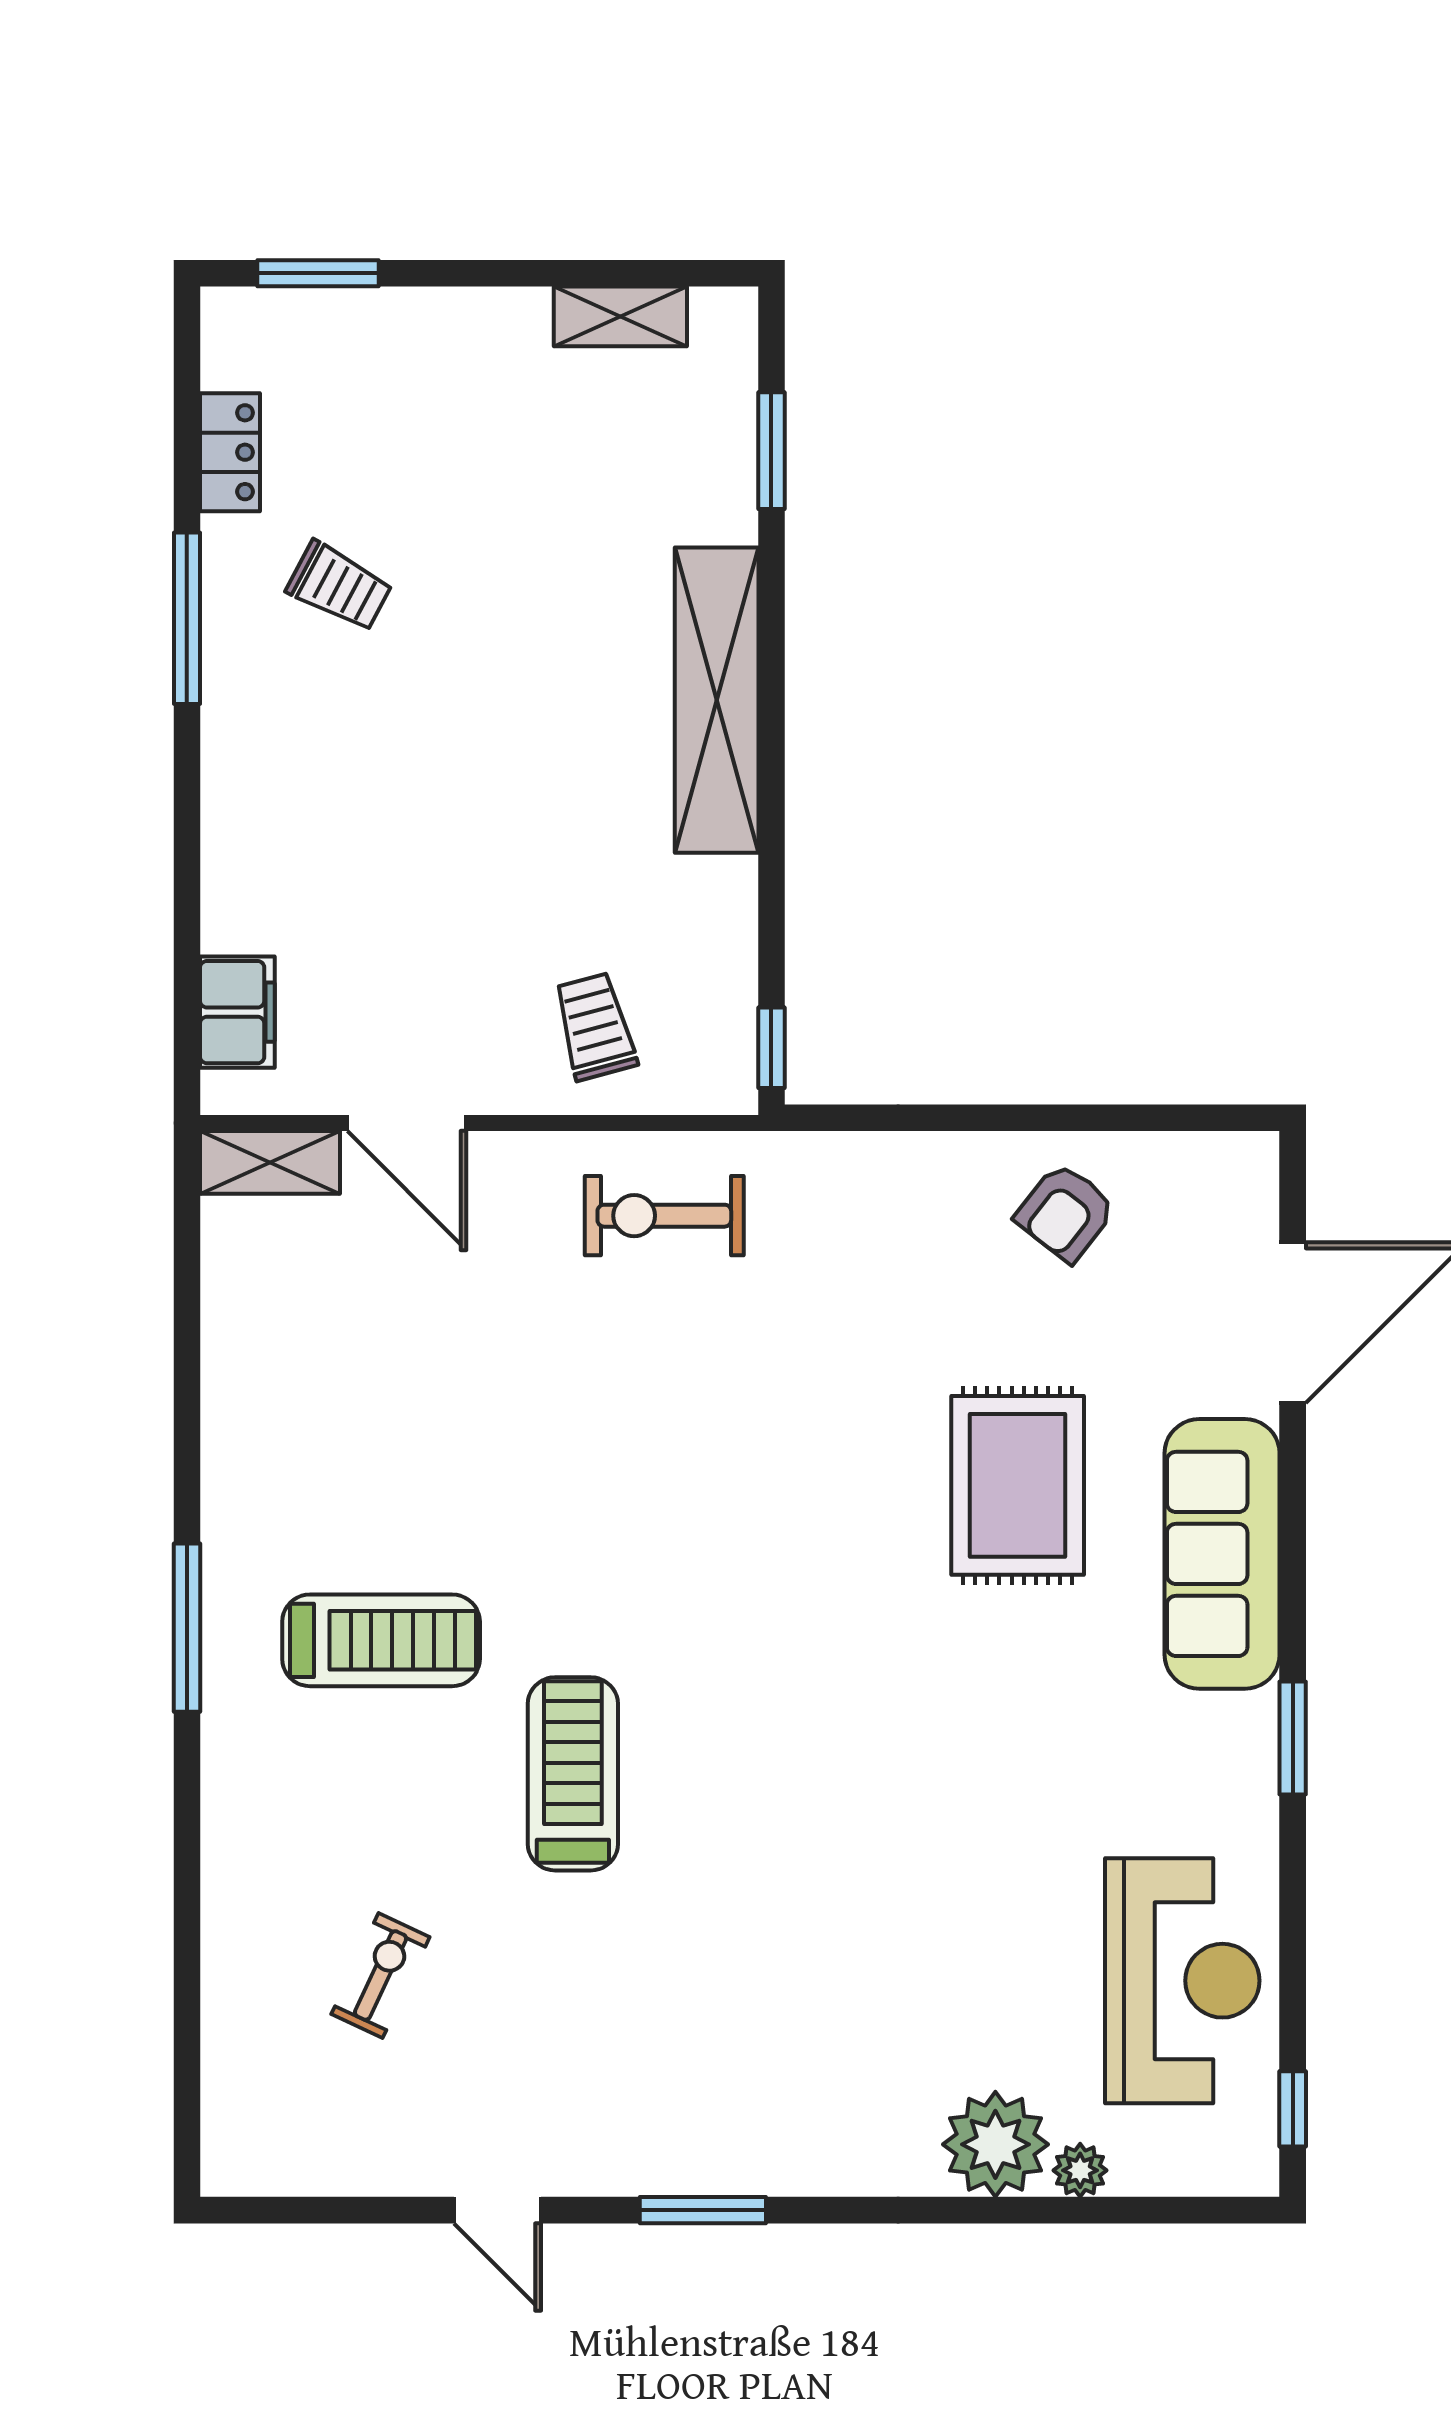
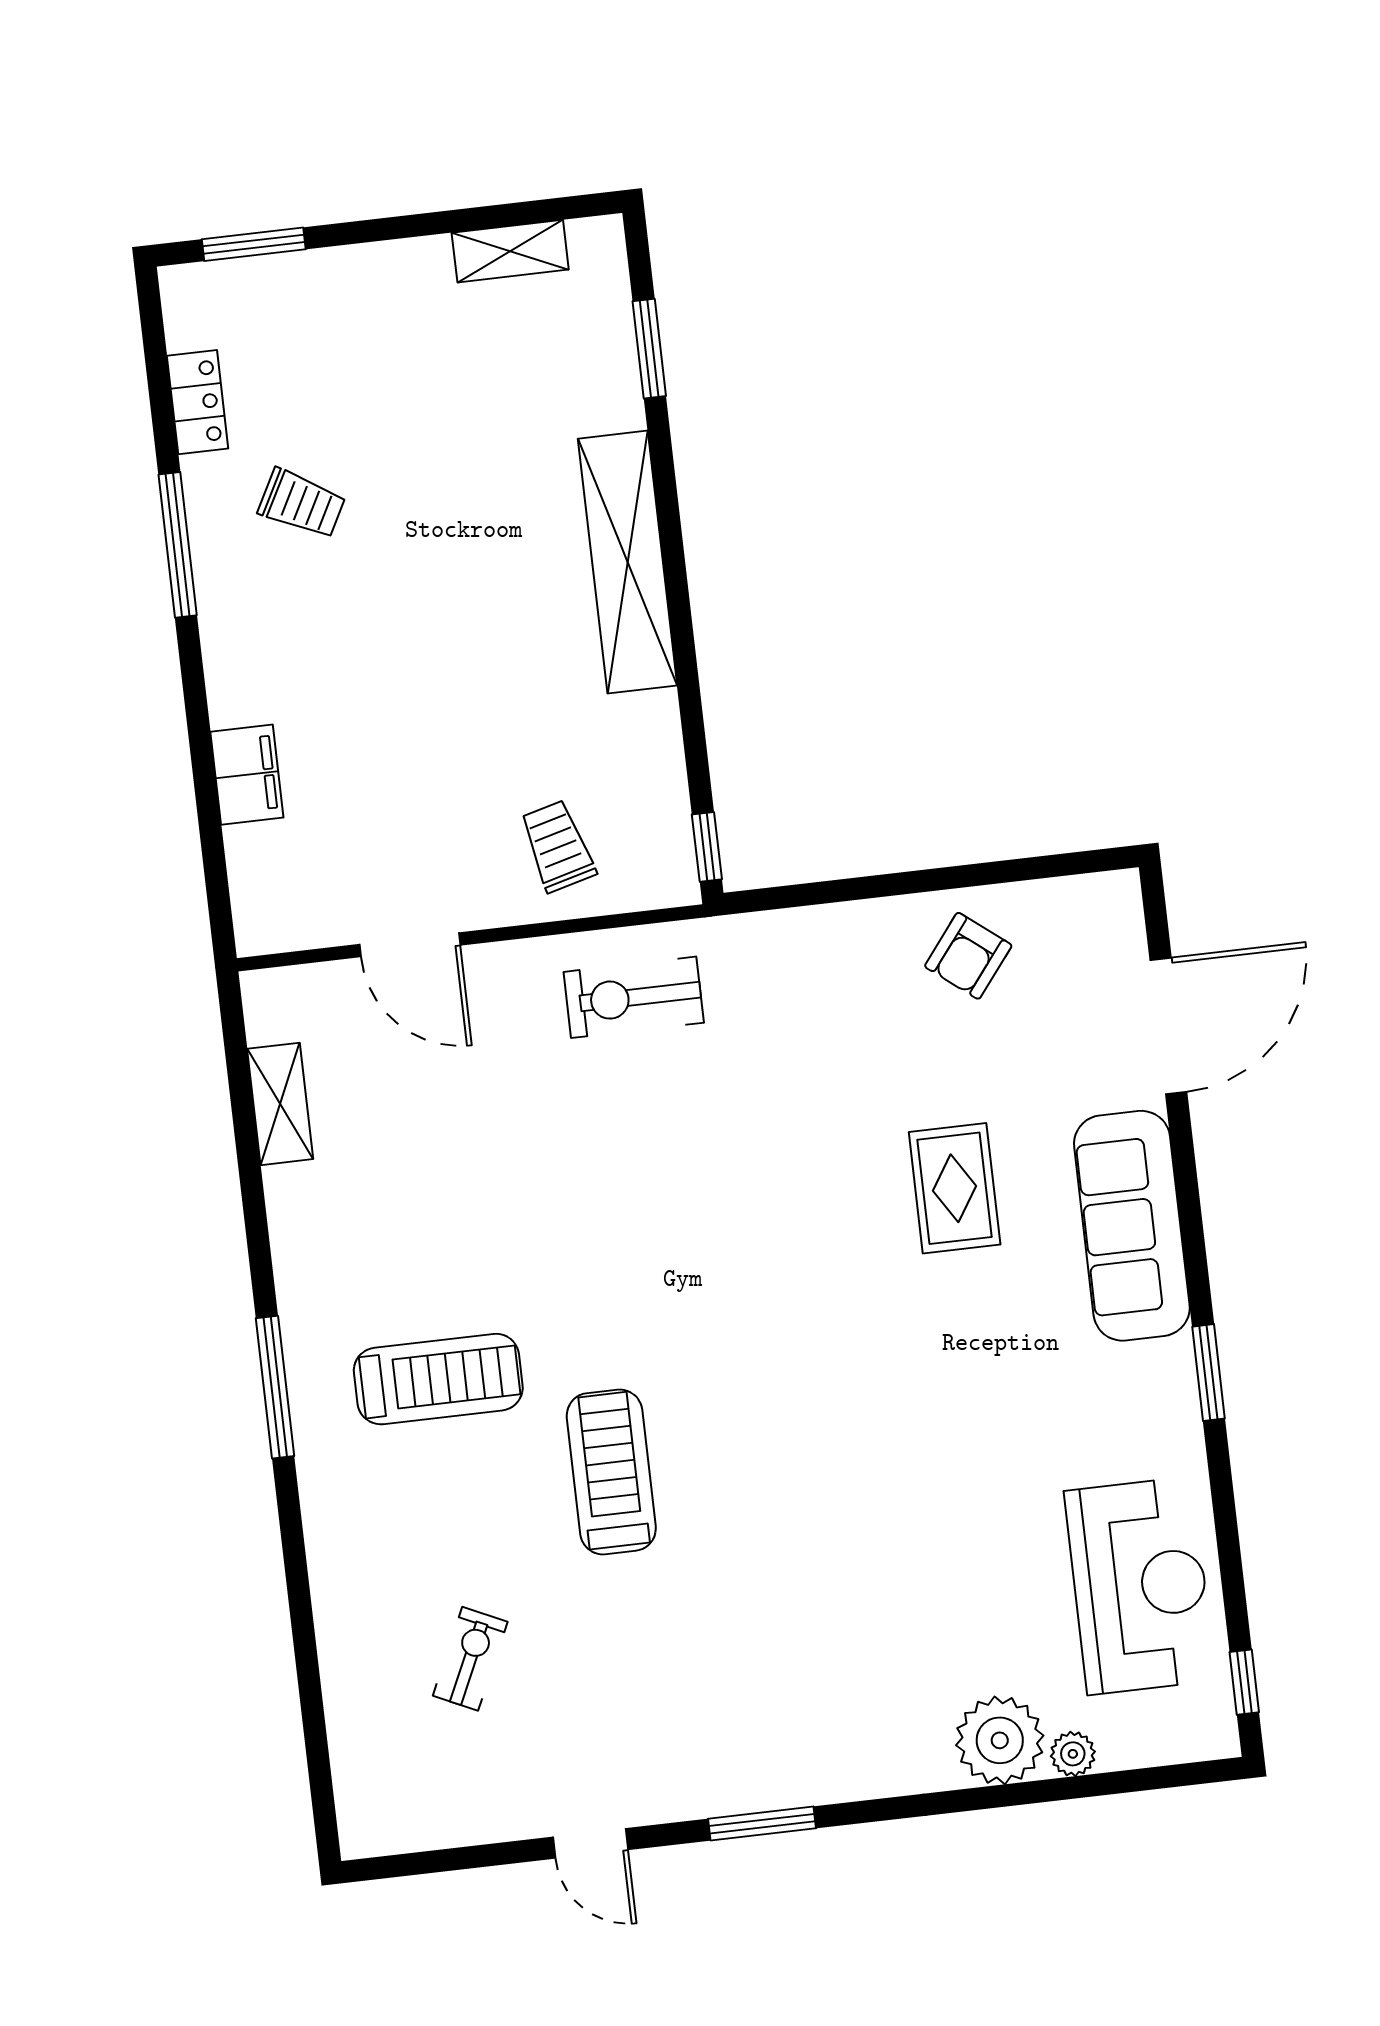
filing cabinet: (237, 1012) -> (247, 775), moved
shelving: (270, 1162) -> (280, 1104), moved, turned 90
rug: (1018, 1485) -> (955, 1188), width x0.73, depth x0.70

